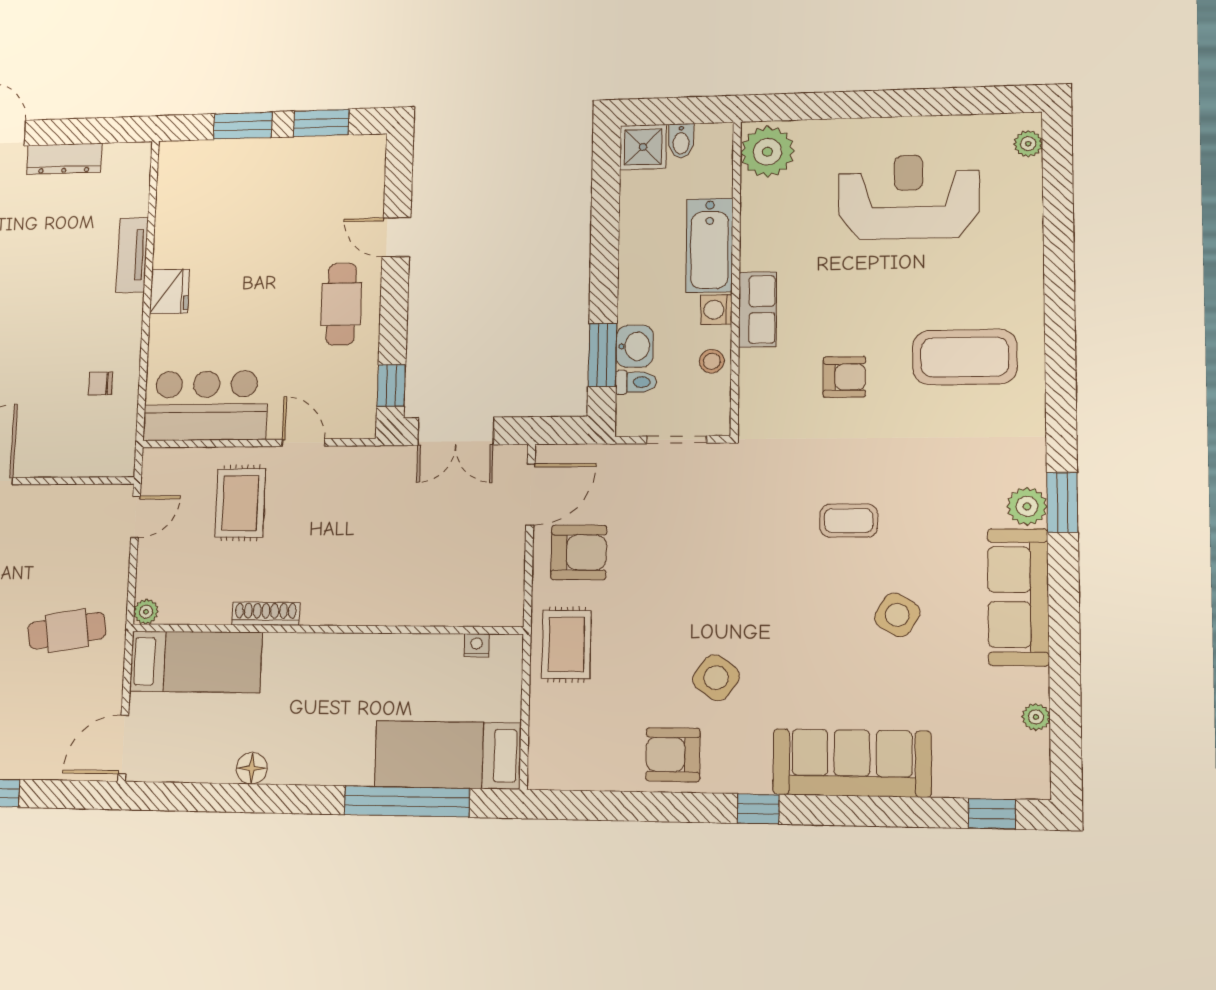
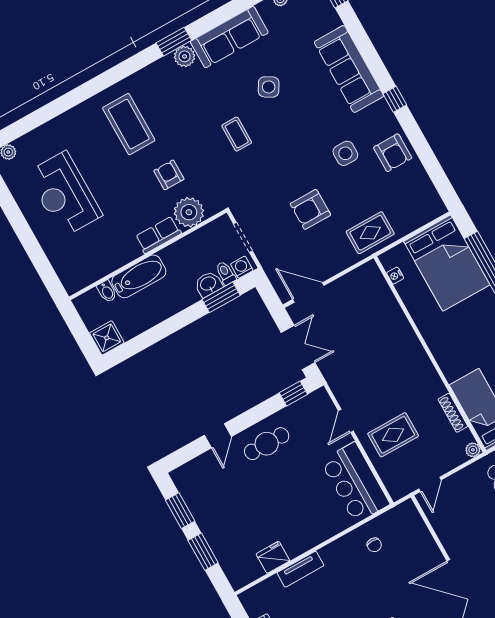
bidet: (681, 141) -> (107, 291), moved, turned 90
plant: (767, 152) -> (189, 212), moved
fridge: (170, 291) -> (273, 557), moved
washing machine: (716, 310) -> (242, 267), moved, turned 180
stool: (712, 361) -> (195, 242), removed
door: (136, 517) -> (430, 484), swing flipped
armchair: (579, 552) -> (310, 209), moved, turned -90
shoe rack: (266, 614) -> (453, 413), moved
side table: (716, 678) -> (345, 153), turned -36
bed: (448, 755) -> (447, 263), width x1.50

